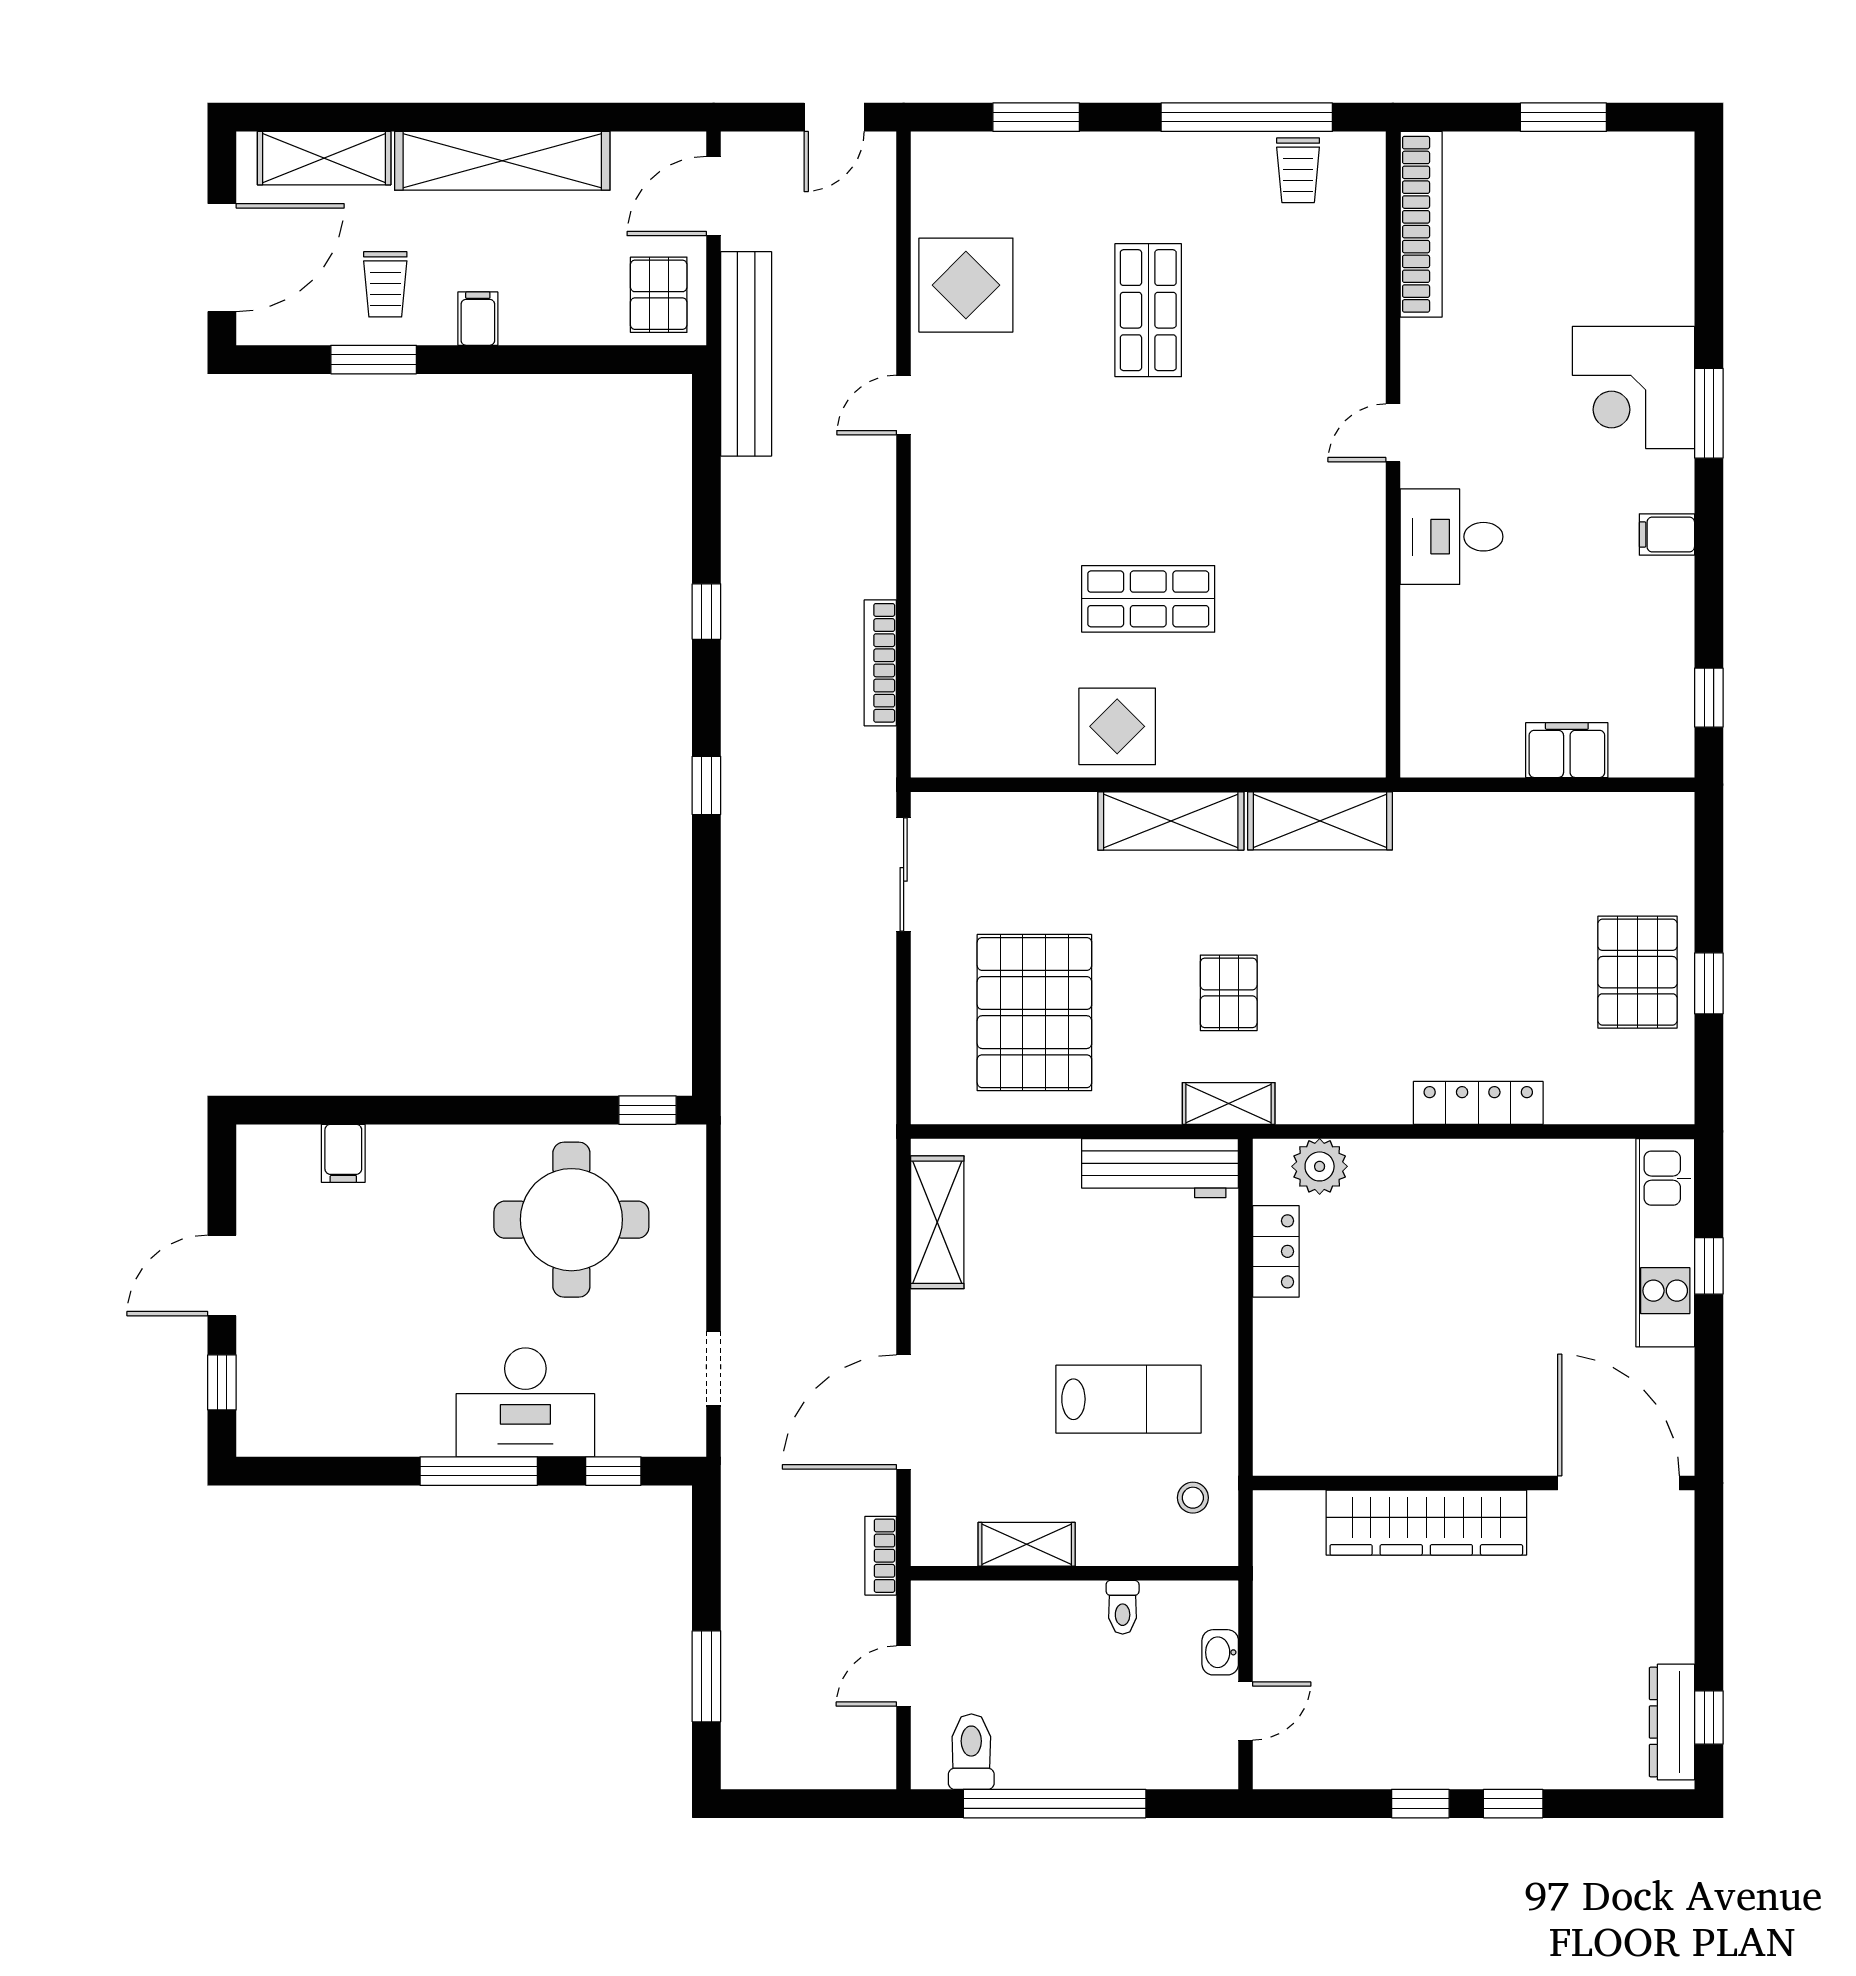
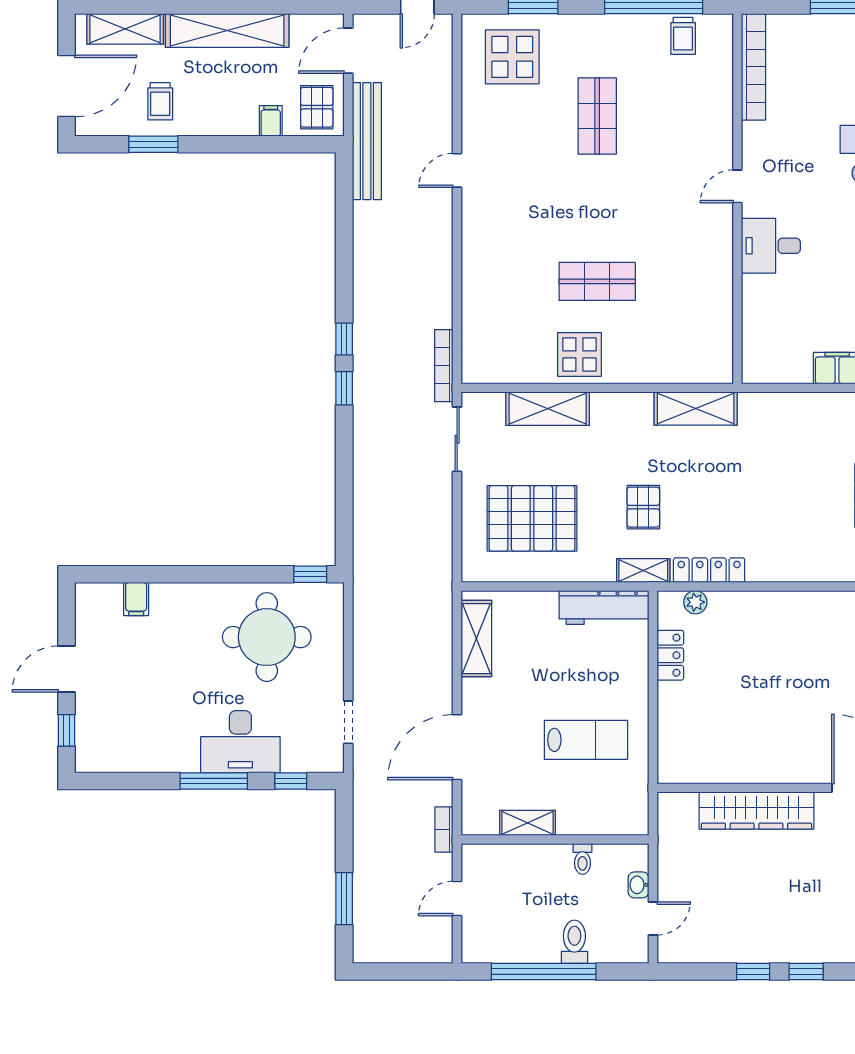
display table: (966, 285) -> (512, 57), moved
filing cabinet: (478, 319) -> (271, 121), moved
window: (706, 612) -> (344, 339), moved
bookcase: (880, 663) -> (444, 366), moved
shelving: (1171, 821) -> (548, 409), moved
pallet: (1034, 1013) -> (532, 518), turned 90
locker: (1478, 1103) -> (709, 570), moved
plant: (1320, 1166) -> (695, 602), width x0.73, depth x0.73
stool: (1193, 1498) -> (623, 796), removed
toilet: (971, 1752) -> (574, 942), moved

